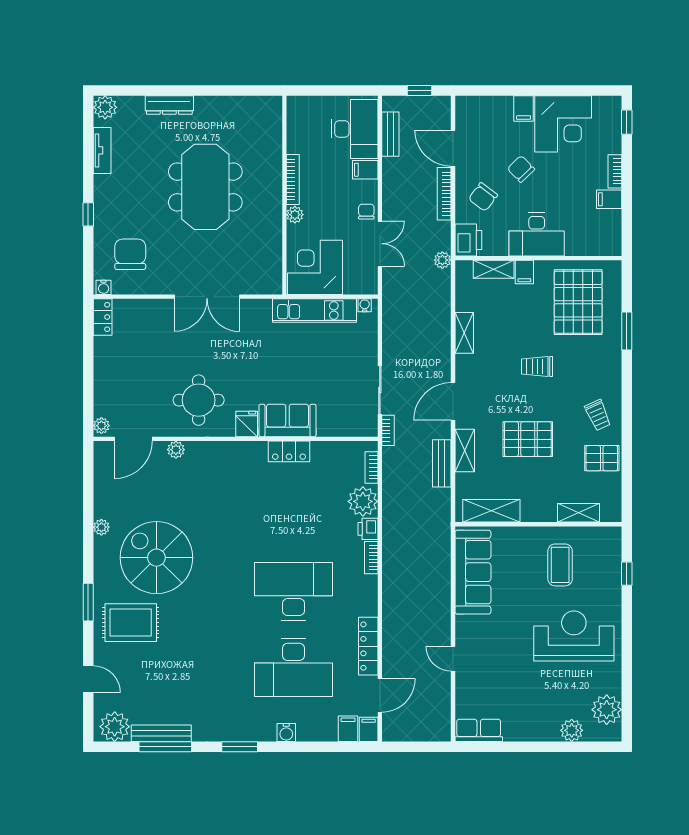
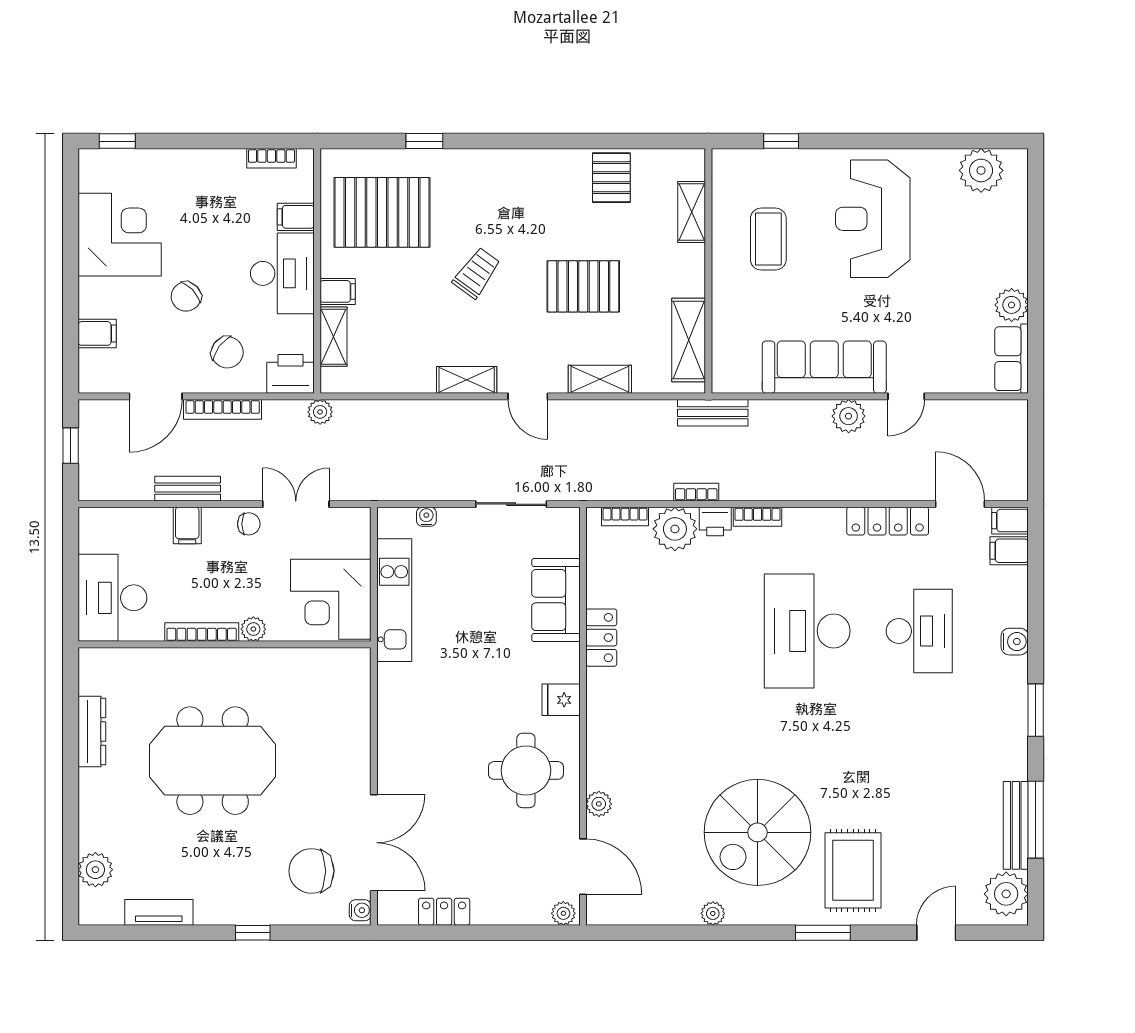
dresser: (169, 105) -> (92, 731), moved
plant: (105, 107) -> (95, 870), moved
filing cabinet: (524, 108) -> (97, 333), moved
desk: (354, 129) -> (112, 598), moved, turned -90
bench: (390, 134) -> (188, 489), moved
bookcase: (615, 171) -> (271, 158), moved
filing cabinet: (609, 199) -> (296, 217), moved, turned 90
chair: (366, 212) -> (249, 524), turned 180
double door: (207, 297) -> (374, 843), moved
water cooler: (365, 305) -> (426, 517), moved, turned 90
locker: (103, 317) -> (444, 912), moved
window: (627, 331) -> (424, 141), width x0.67
shelving: (464, 333) -> (467, 380), moved
trolley: (537, 367) -> (477, 273), turned -144
door: (453, 401) -> (528, 396), width x0.73
trolley: (598, 415) -> (548, 183), removed
sofa: (287, 420) -> (556, 600), moved
bookcase: (388, 430) -> (696, 492), moved
pallet: (528, 439) -> (583, 286), turned 90
bench: (442, 463) -> (713, 413), moved
coffee table: (560, 565) -> (768, 239), turned 90
sofa: (473, 572) -> (824, 367), moved
plant: (440, 620) -> (849, 416), added
desk: (293, 668) -> (919, 631), width x0.73, depth x0.77
plant: (572, 730) -> (1012, 305), moved

